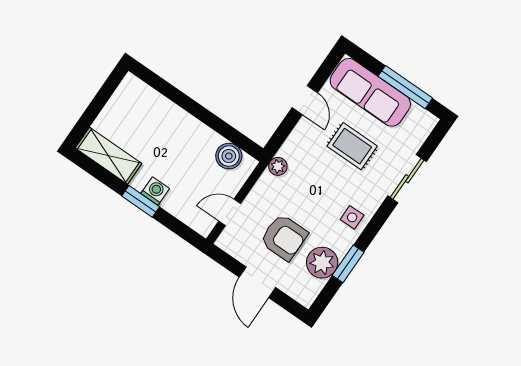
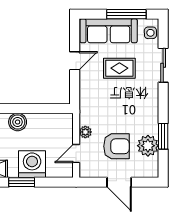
door: (305, 100) -> (75, 61), hinge flipped
boiler: (229, 156) -> (18, 122), moved
plant: (278, 166) -> (85, 132), moved
washing machine: (155, 191) -> (32, 164), width x1.89, depth x1.89
side table: (352, 217) -> (150, 33), moved

